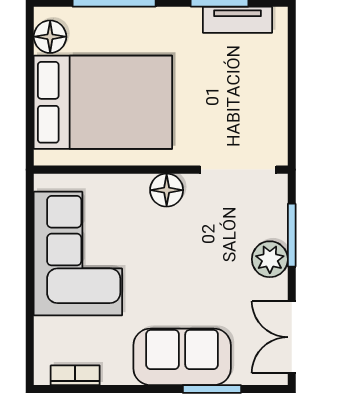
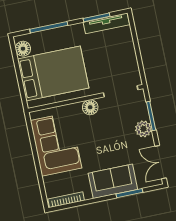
tv unit: (238, 20) -> (106, 23), width x1.41
bookcase: (75, 375) -> (66, 200), width x1.56

